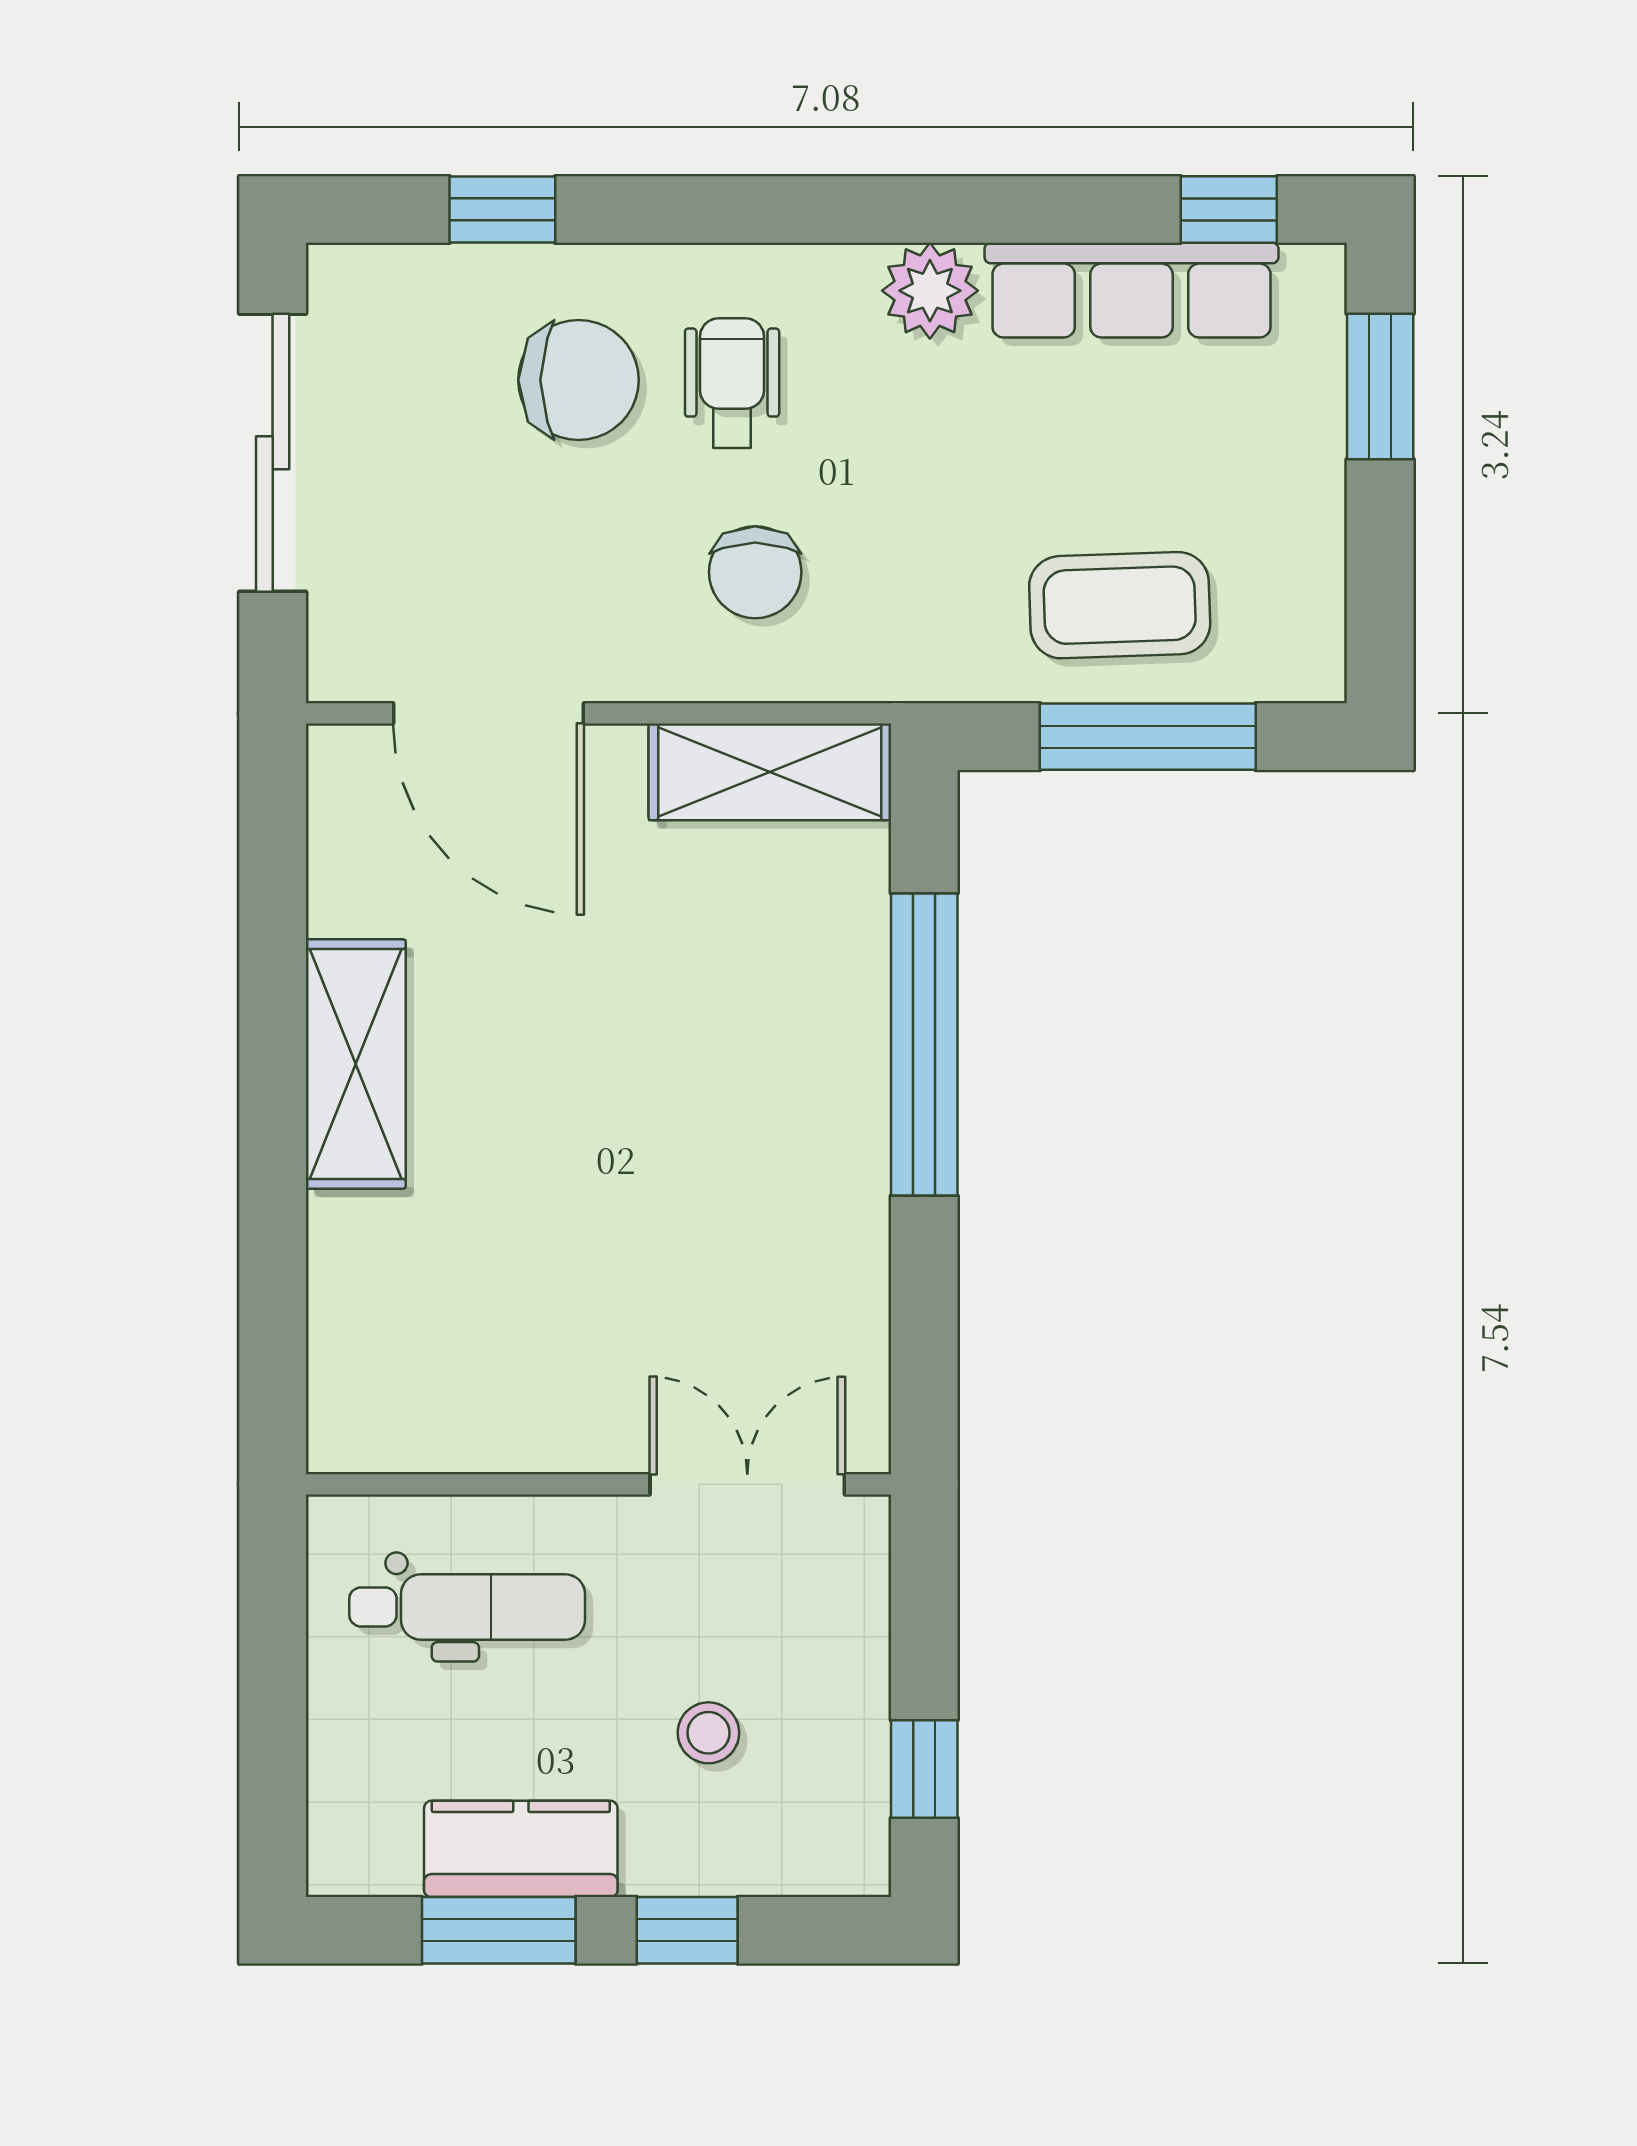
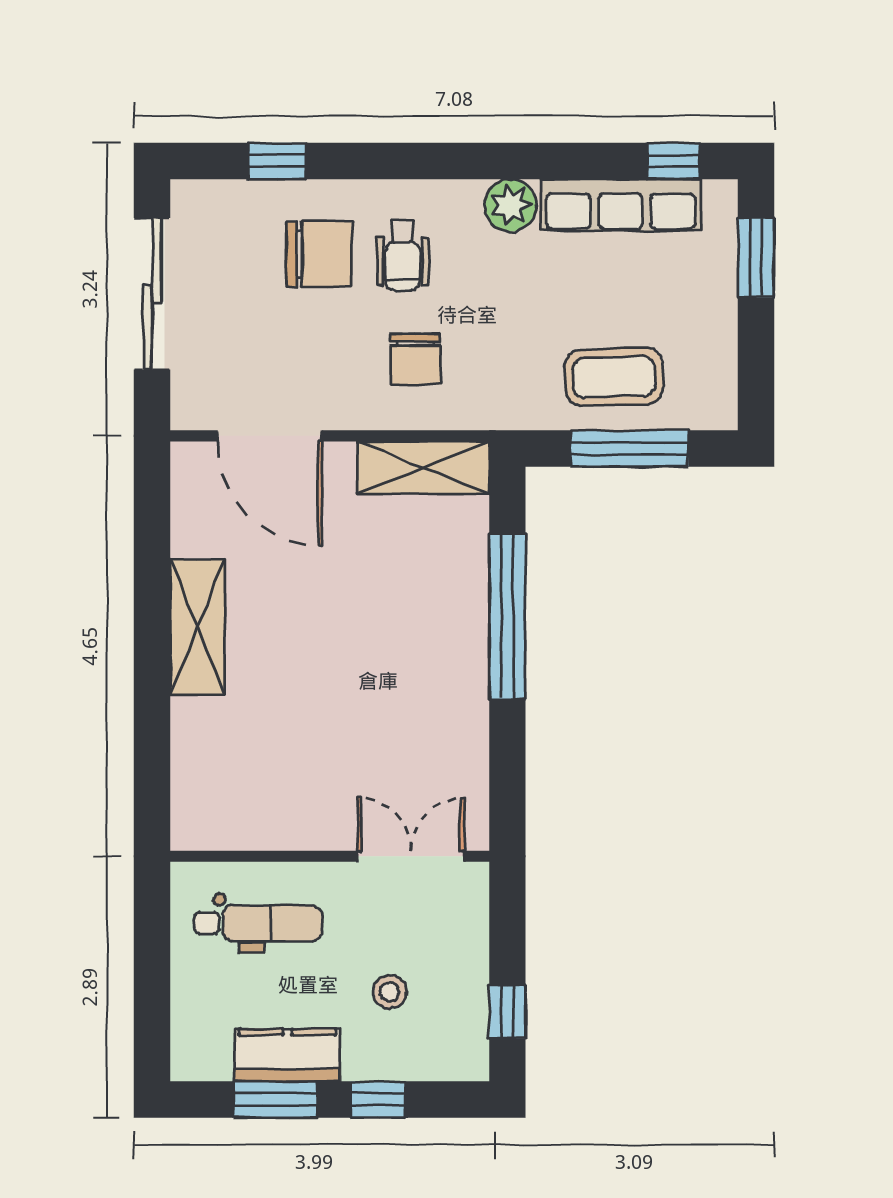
wheelchair: (732, 383) -> (403, 256), turned 180

